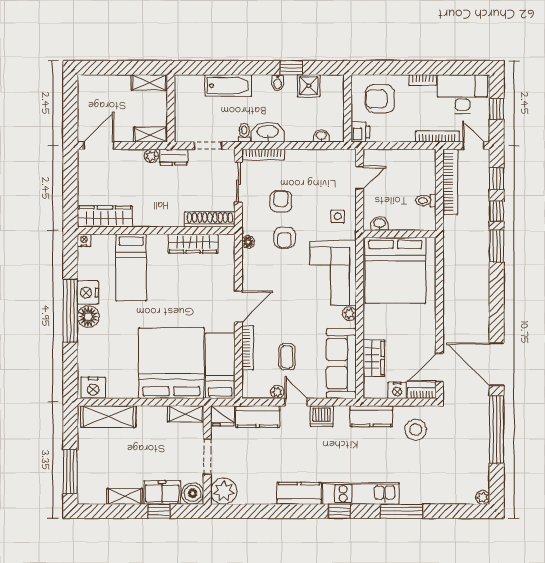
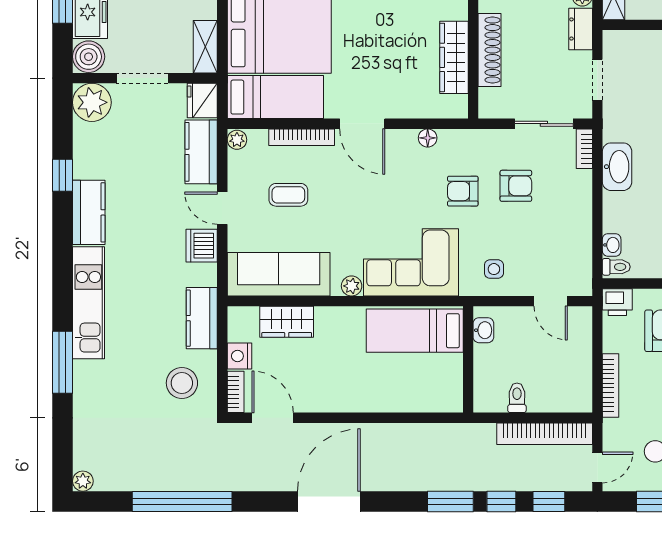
toilet: (244, 133) -> (616, 267), moved
bookcase: (437, 137) -> (611, 386), moved
bookcase: (263, 155) -> (584, 149), width x0.64
shoe rack: (210, 219) -> (490, 50), moved
floor lamp: (248, 242) -> (428, 138), moved
bed: (395, 271) -> (415, 331), width x0.49
door: (497, 364) -> (329, 501), moved
plant: (277, 392) -> (237, 140), moved
door: (296, 402) -> (222, 208), swing flipped
window: (340, 511) -> (63, 175), moved

